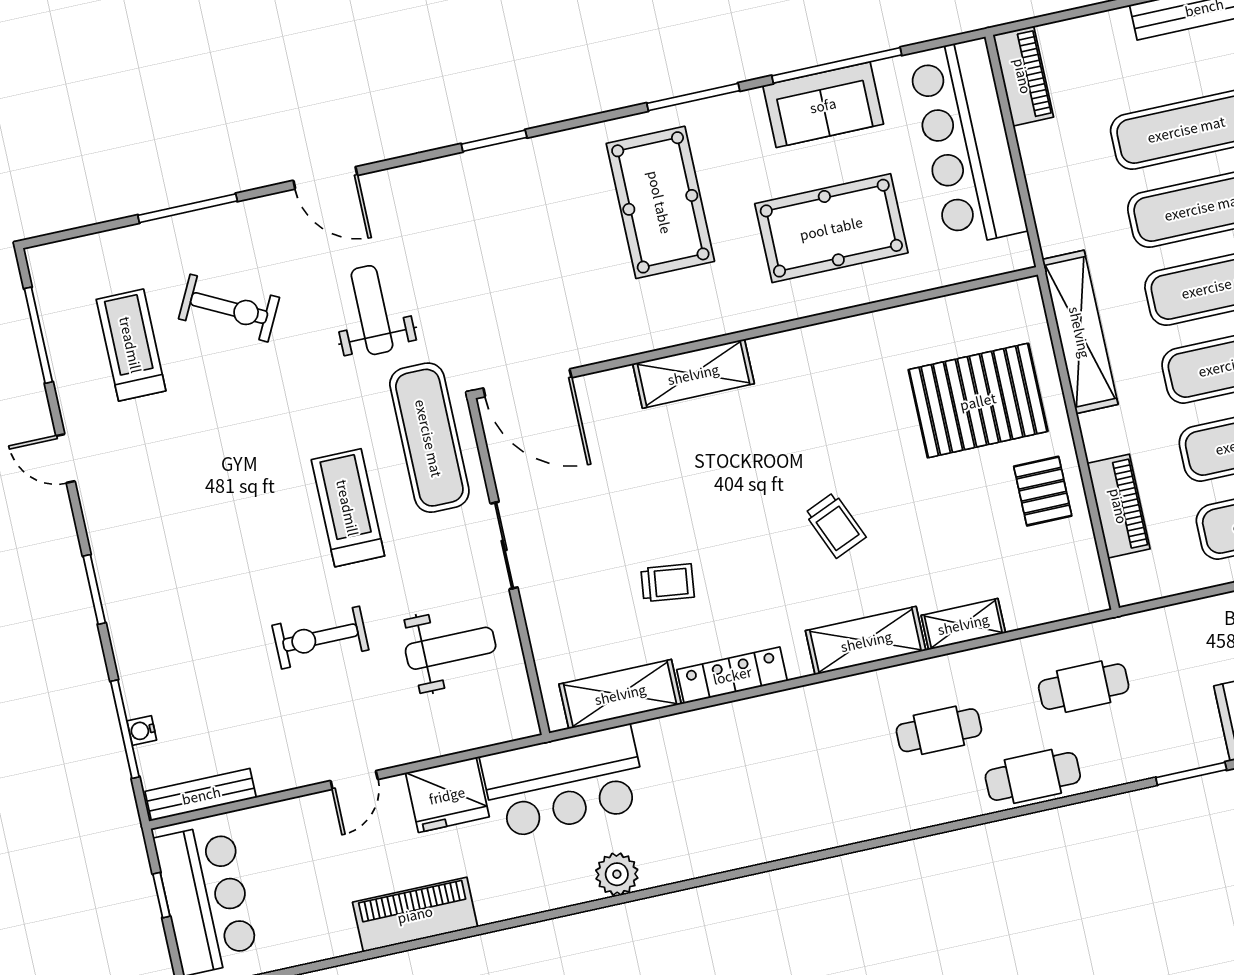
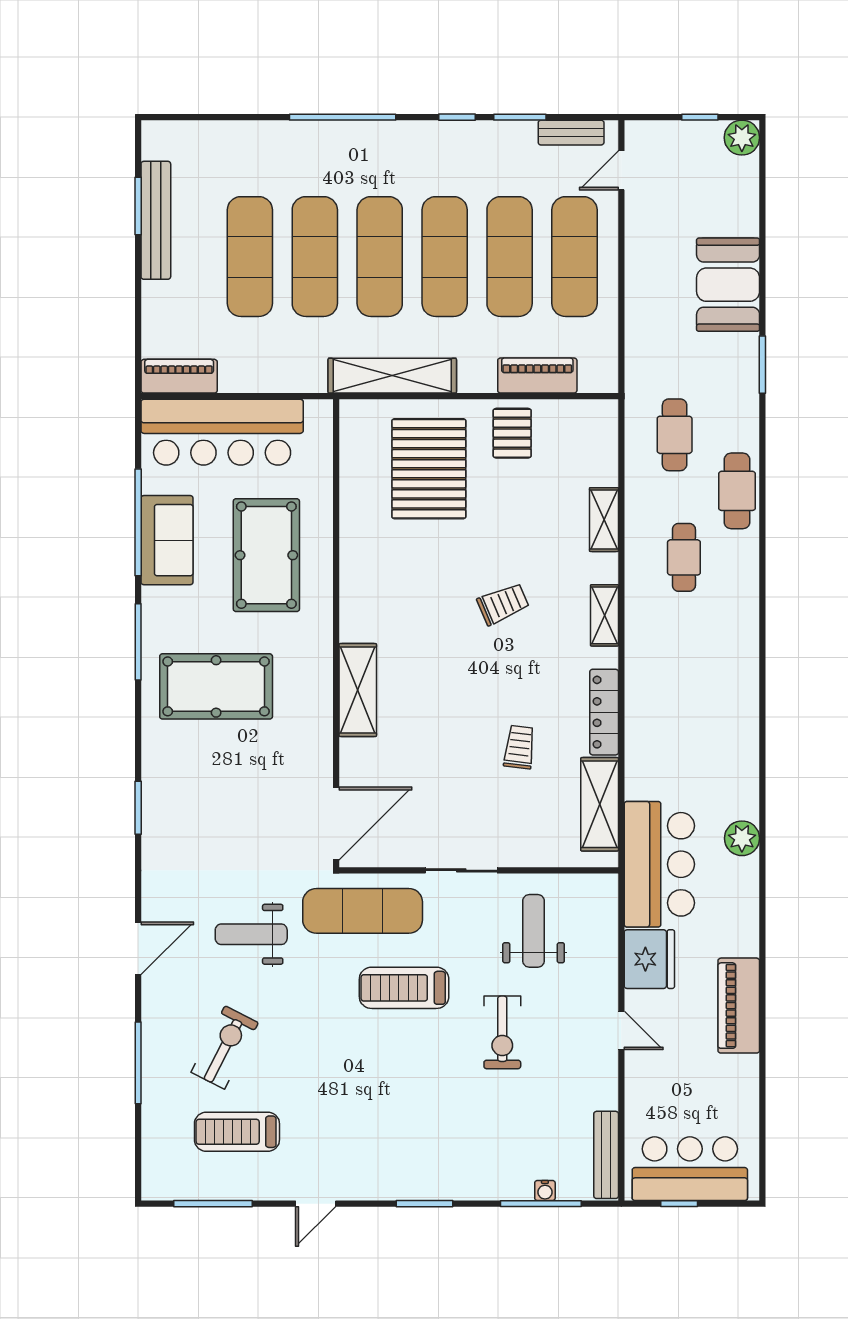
pallet: (1043, 491) -> (512, 433), turned 90
shelving: (866, 641) -> (605, 615), width x0.67, depth x0.75

